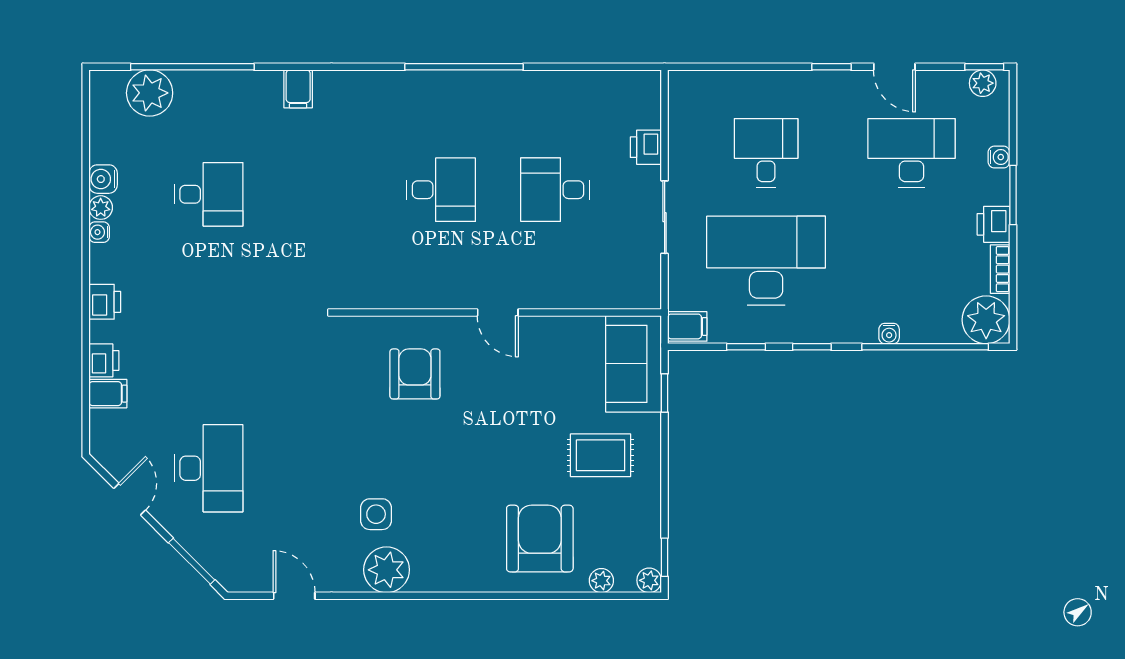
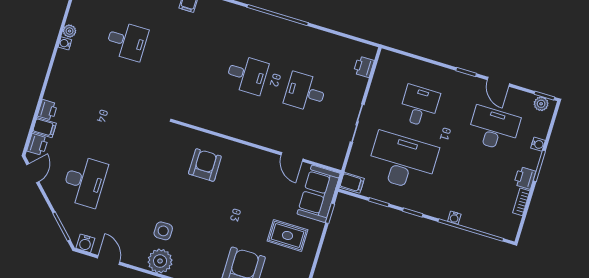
printer: (646, 147) -> (364, 67), moved
water cooler: (103, 179) -> (85, 243), moved, turned -90
printer: (105, 302) -> (37, 145), moved
door: (498, 313) -> (292, 157), moved
plant: (986, 320) -> (506, 226), removed
door: (130, 499) -> (33, 173), moved

